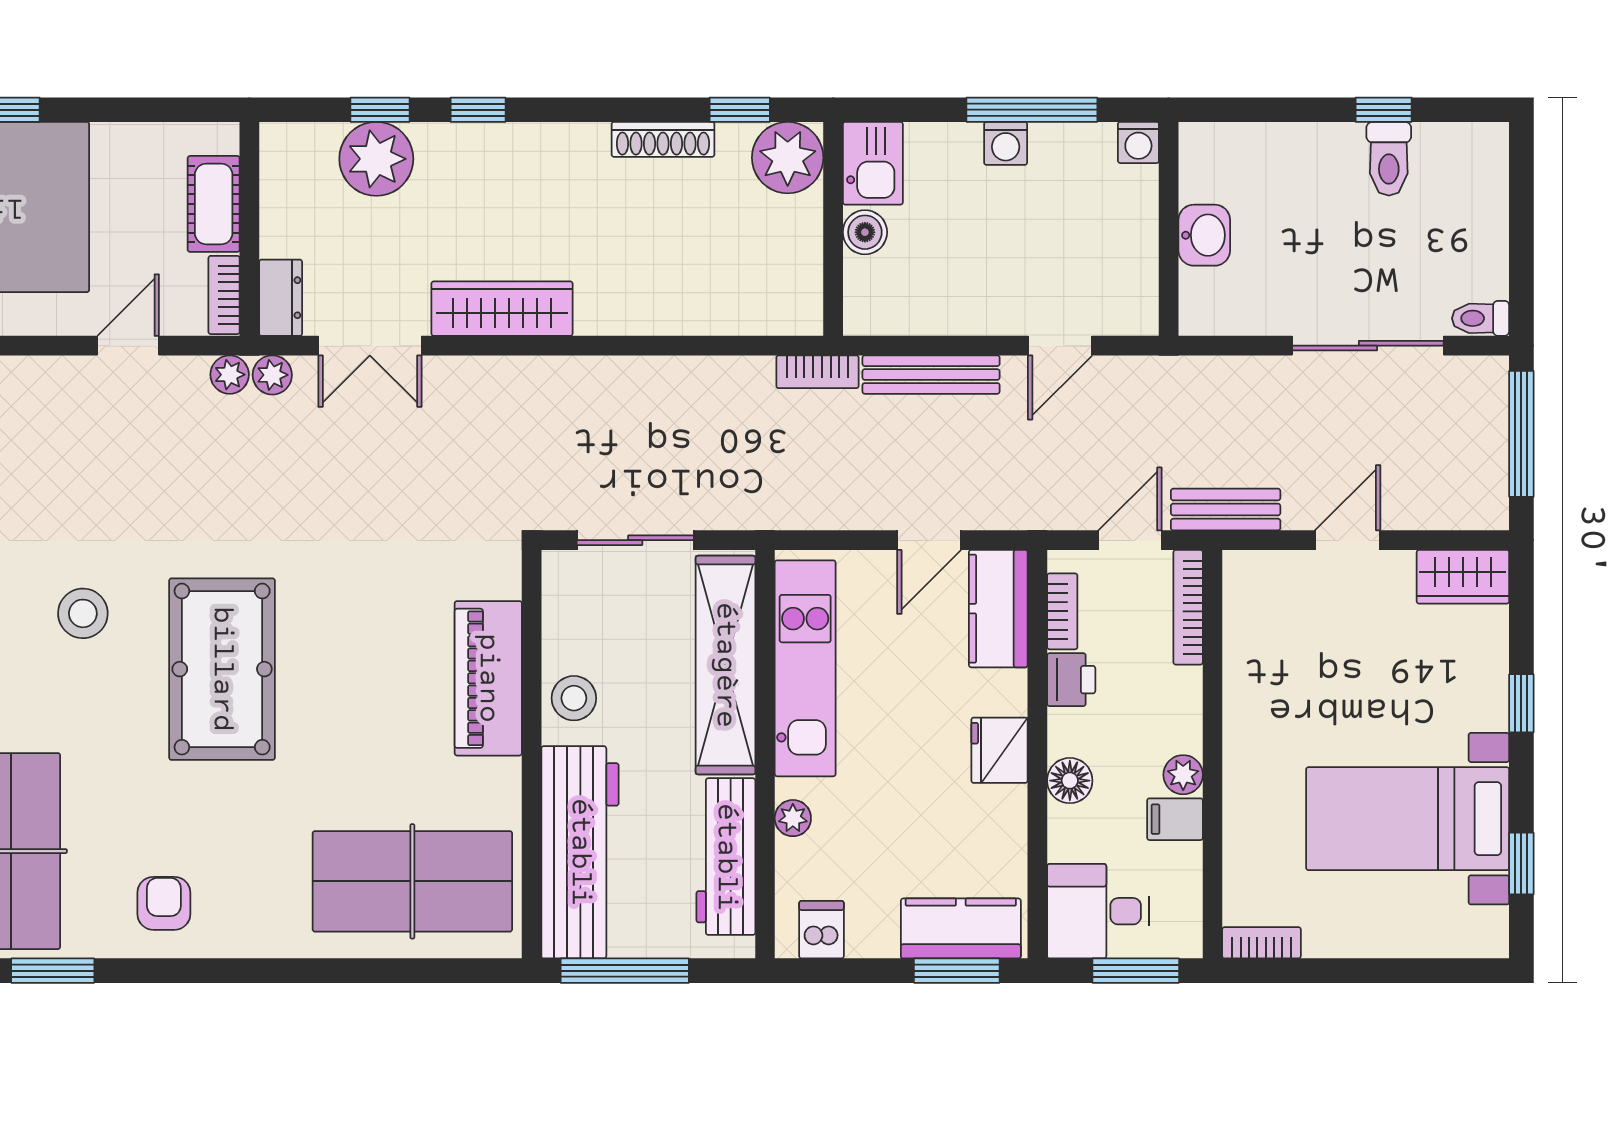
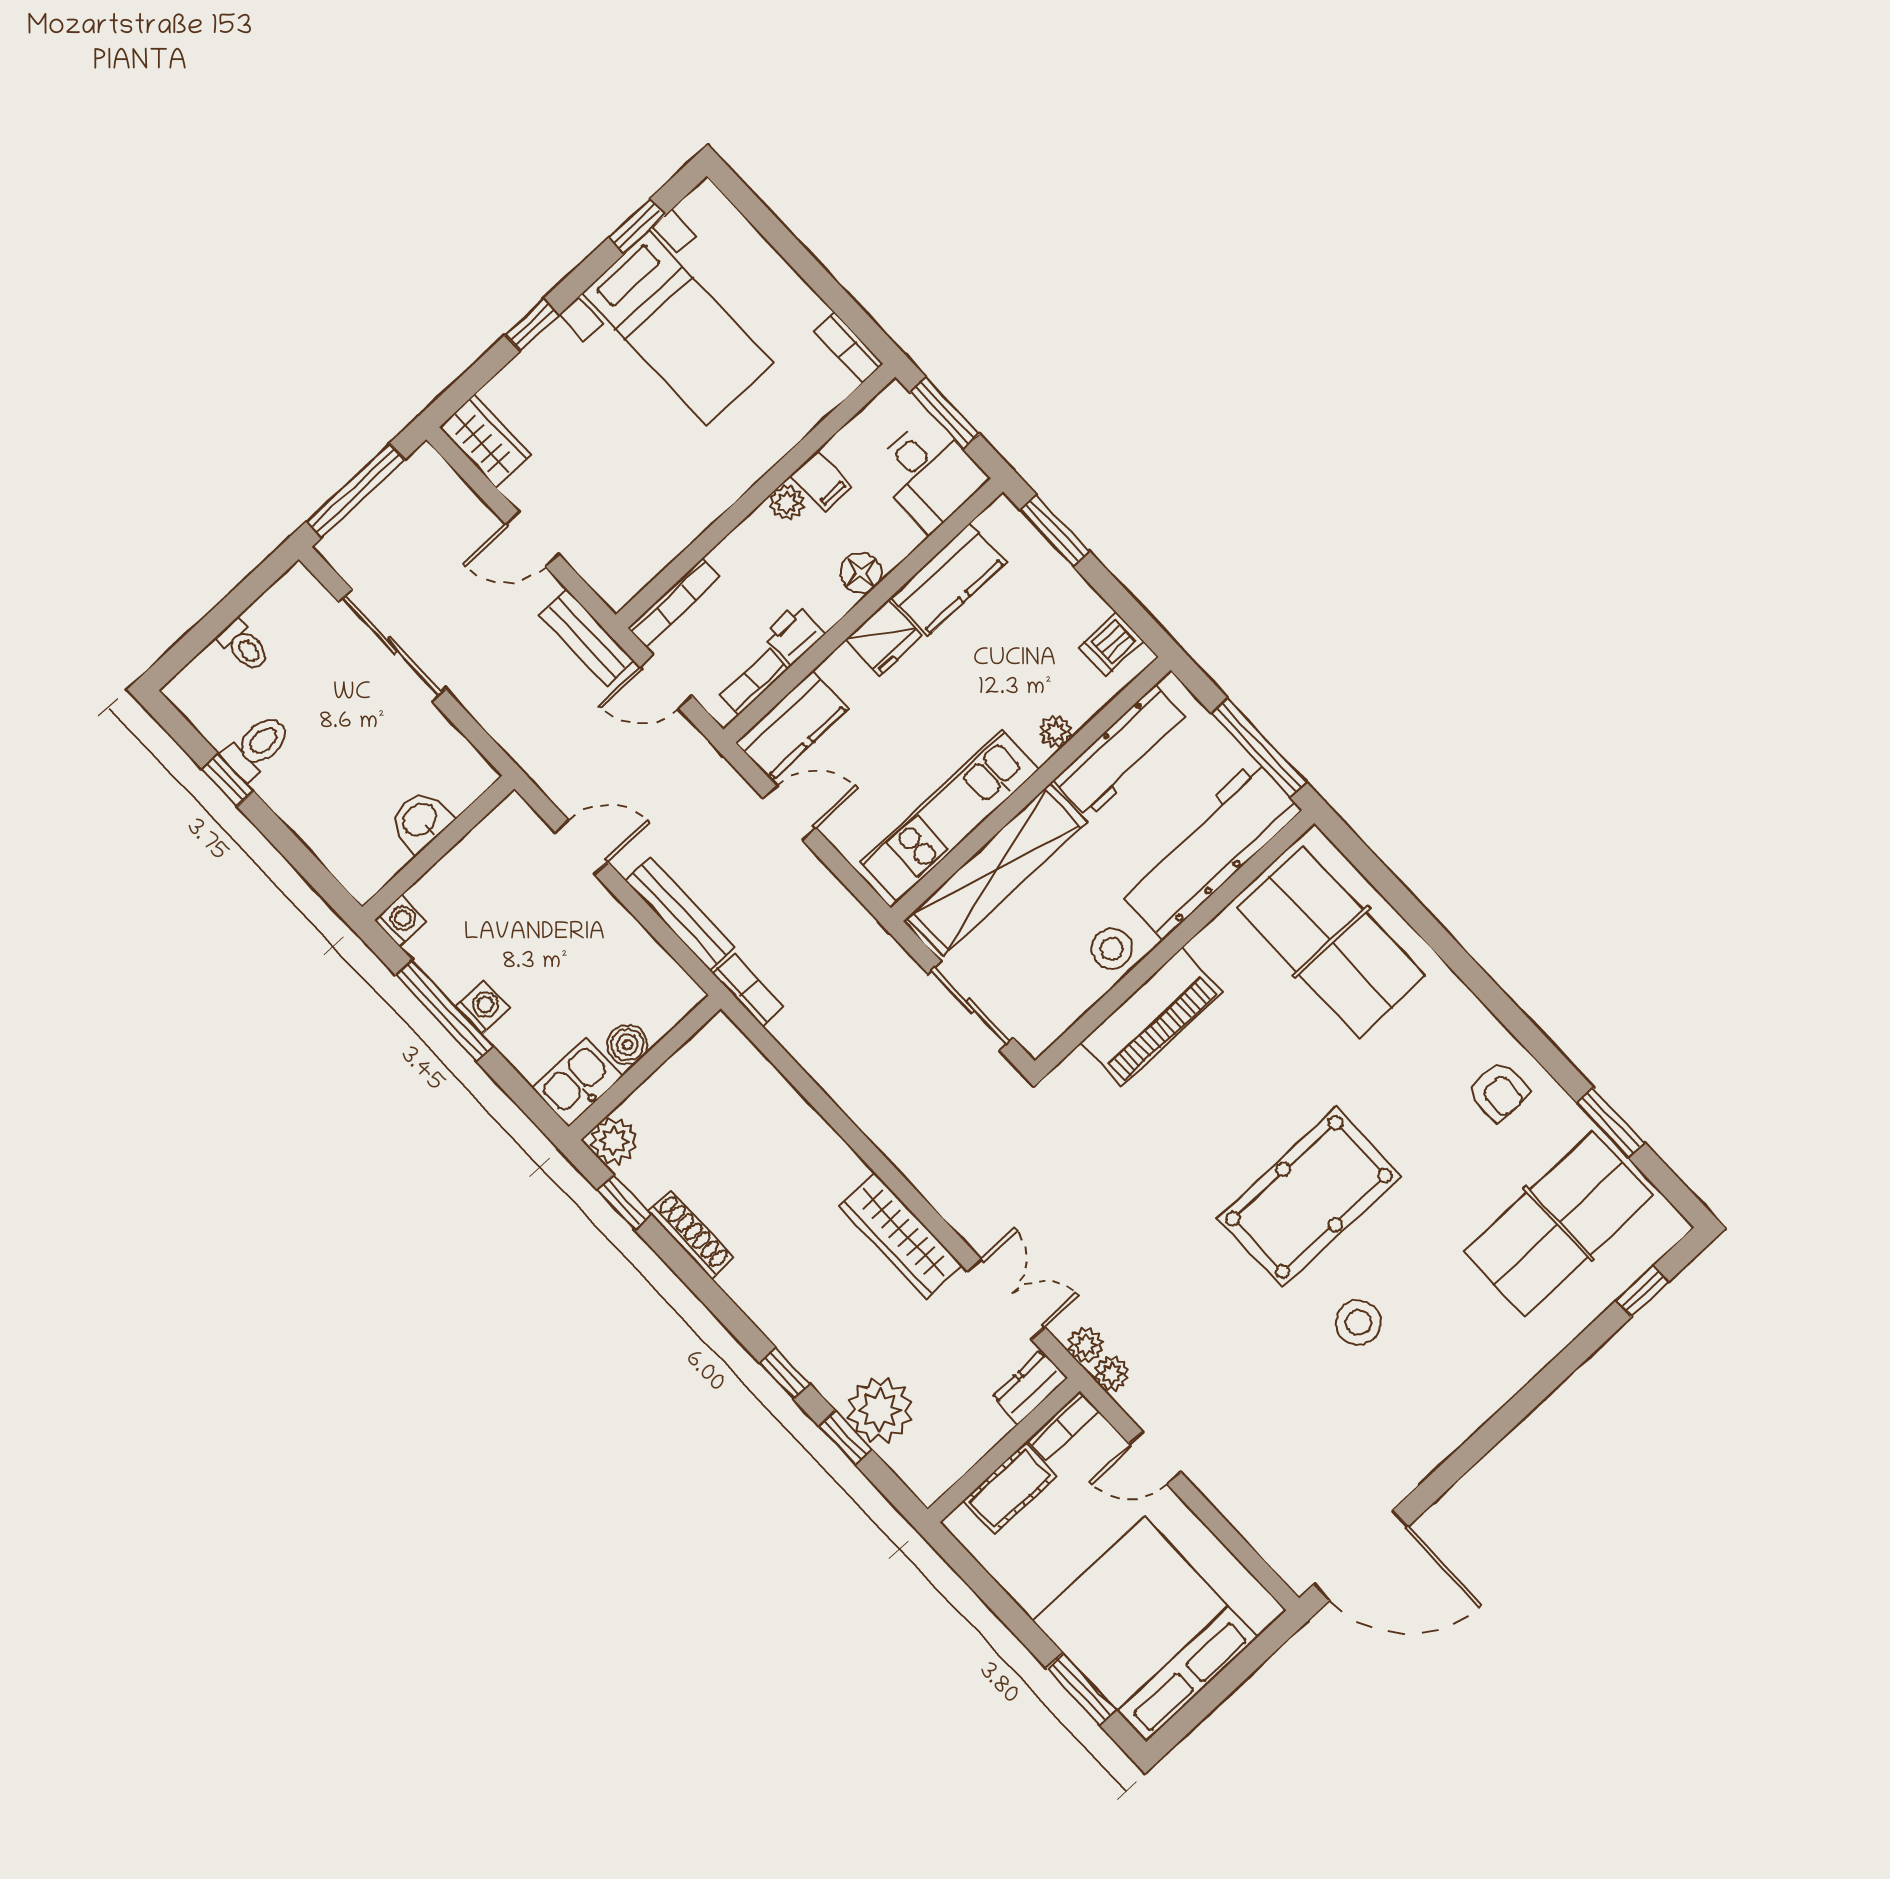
plant: (788, 158) -> (614, 1141), width x0.73, depth x0.73
toilet: (1481, 318) -> (244, 646), moved
armchair: (164, 903) -> (1498, 1091), turned -90
kitchen counter: (961, 928) -> (948, 580), moved, turned -90

